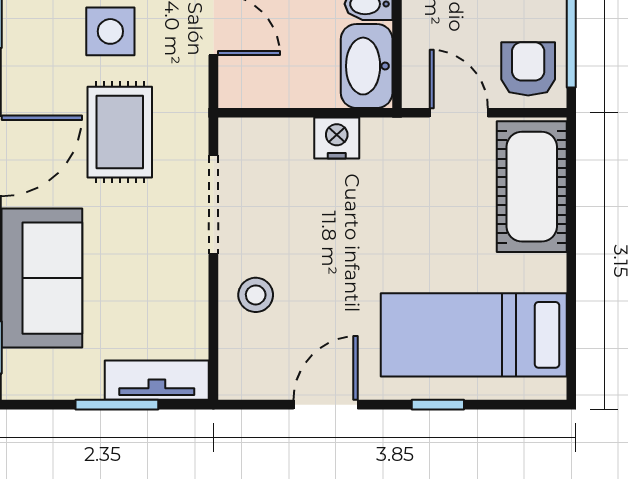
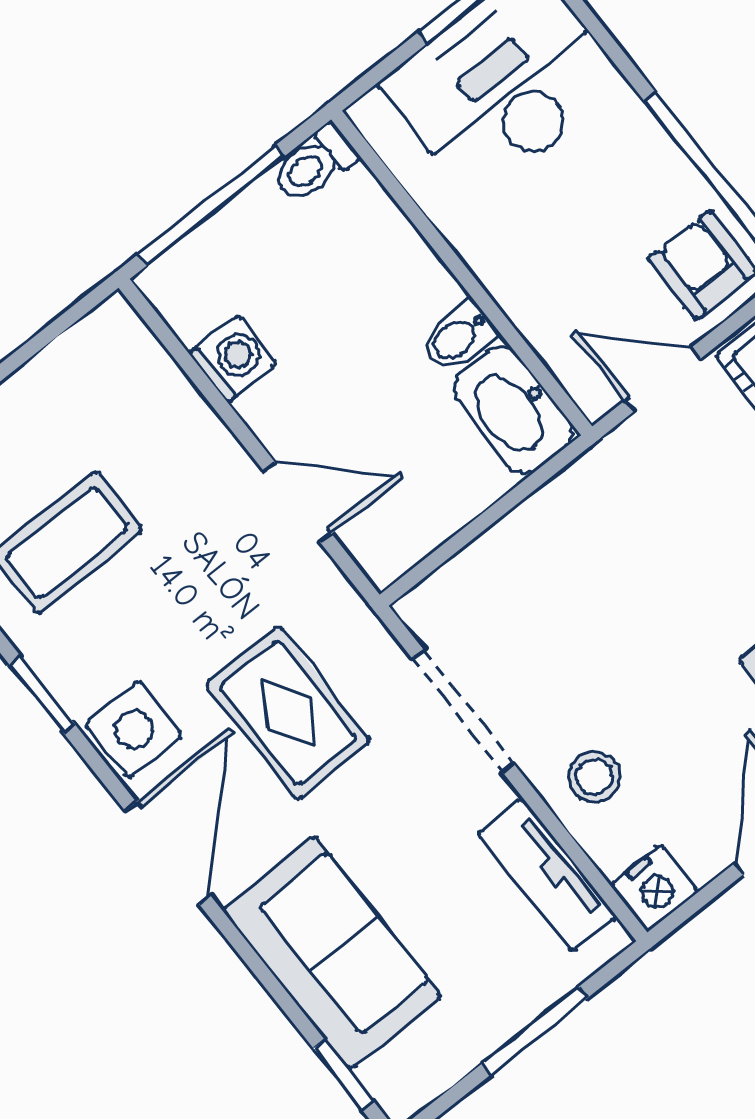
side table: (110, 31) -> (134, 730), moved
nightstand: (337, 138) -> (654, 888), moved, turned 180
tv unit: (157, 380) -> (547, 875), moved, turned -90

